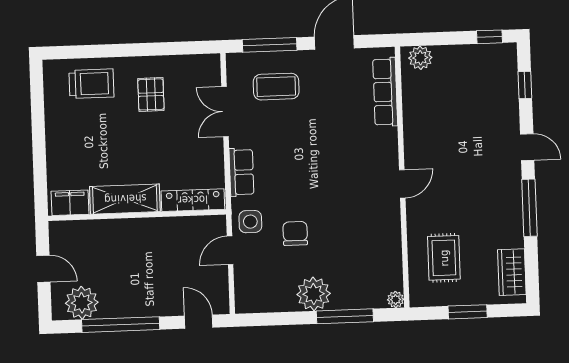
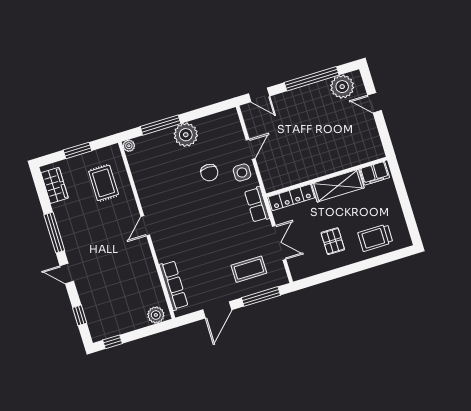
shelving: (125, 199) -> (338, 186), moved
locker: (193, 200) -> (291, 197), moved
filing cabinet: (70, 203) -> (375, 173), moved
wall: (137, 215) -> (327, 177), moved

